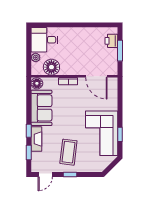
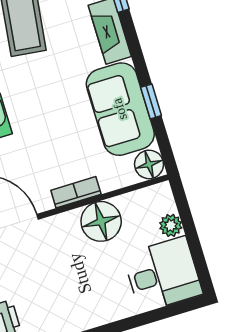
floor lamp: (51, 67) -> (101, 221), moved
window: (29, 131) -> (151, 101), moved

